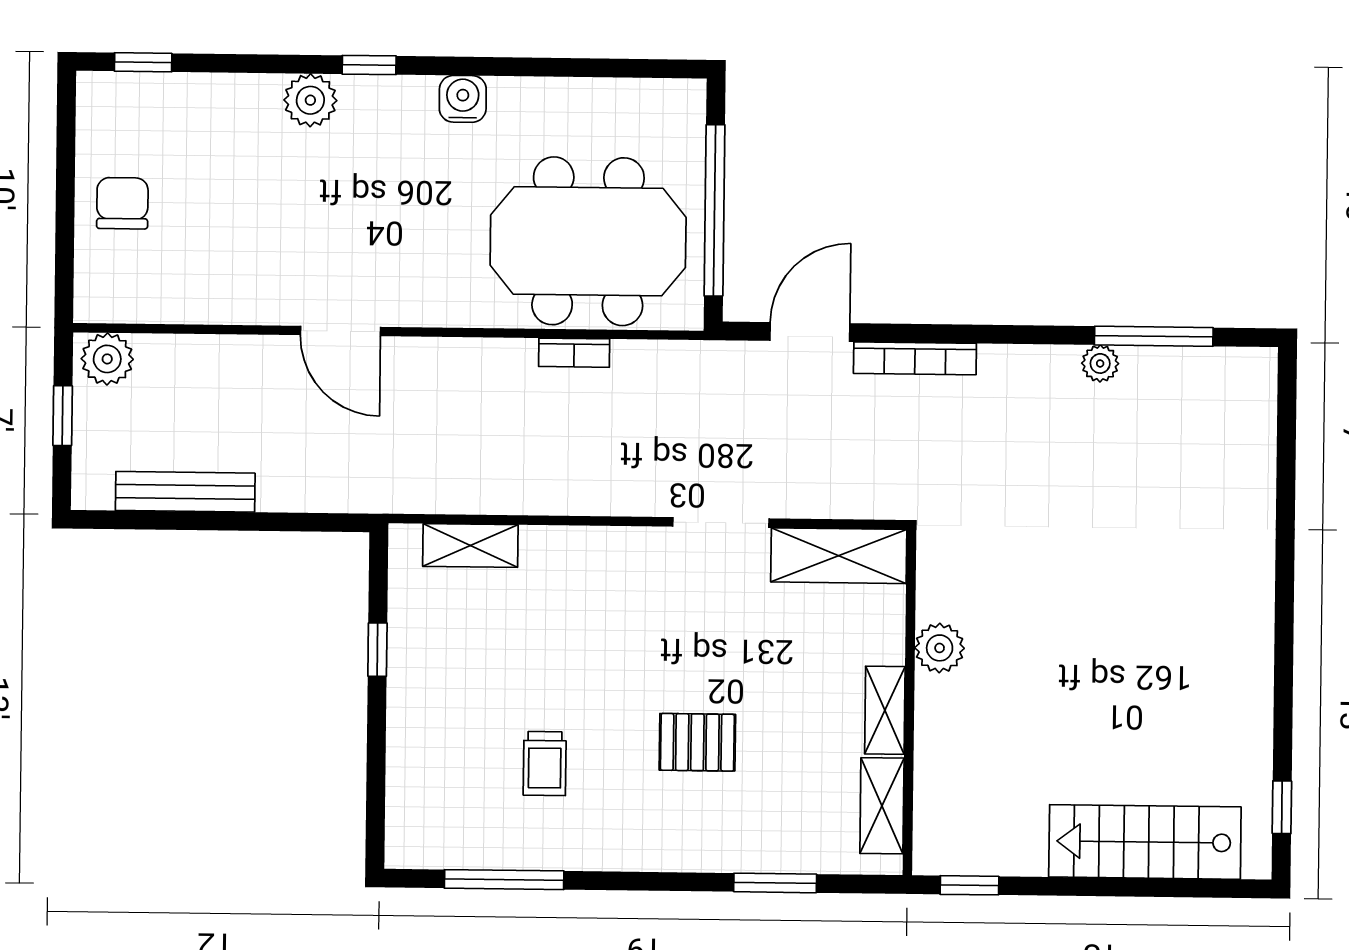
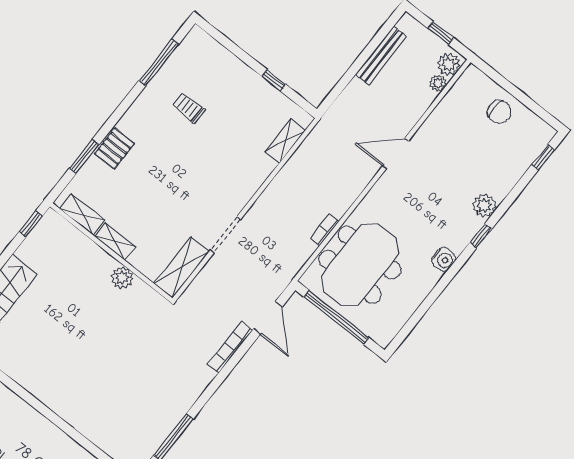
plant: (1100, 363) -> (438, 83), moved
pallet: (697, 742) -> (114, 149), moved

